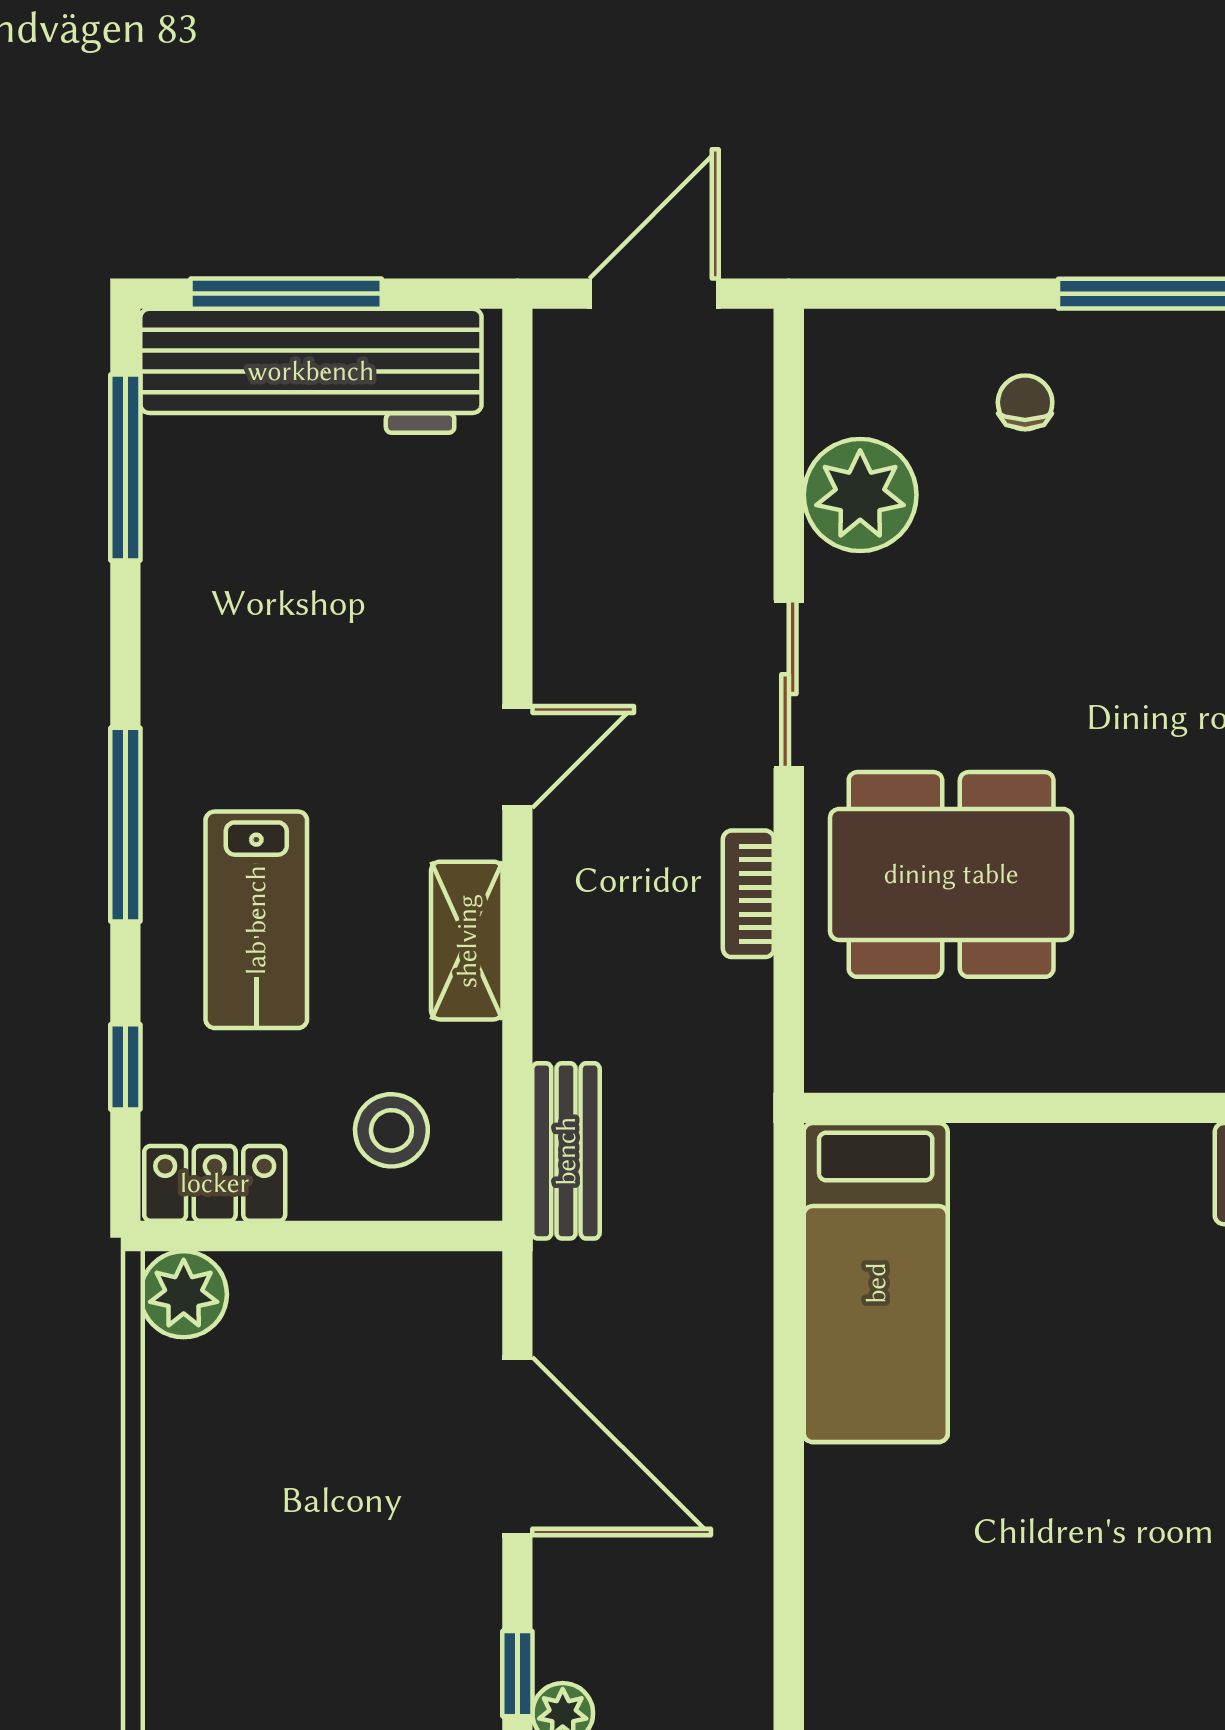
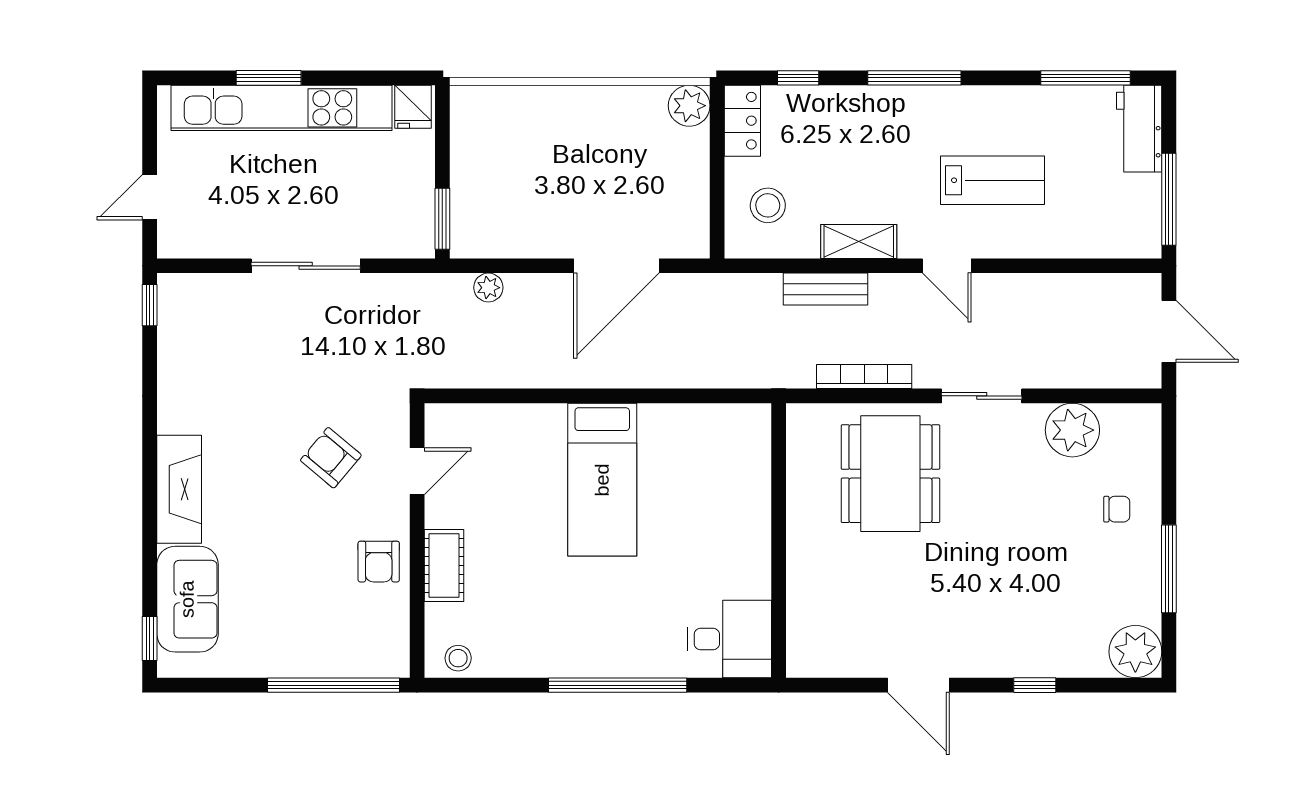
window: (286, 294) -> (1169, 199), moved
workbench: (311, 371) -> (1139, 129), width x0.53, depth x0.76
bookcase: (748, 894) -> (864, 376), width x1.56
lab bench: (256, 920) -> (992, 180), moved, turned 180
bench: (566, 1151) -> (826, 289), moved
bed: (876, 1283) -> (602, 480), moved, turned -90
window: (517, 1674) -> (507, 266), removed

